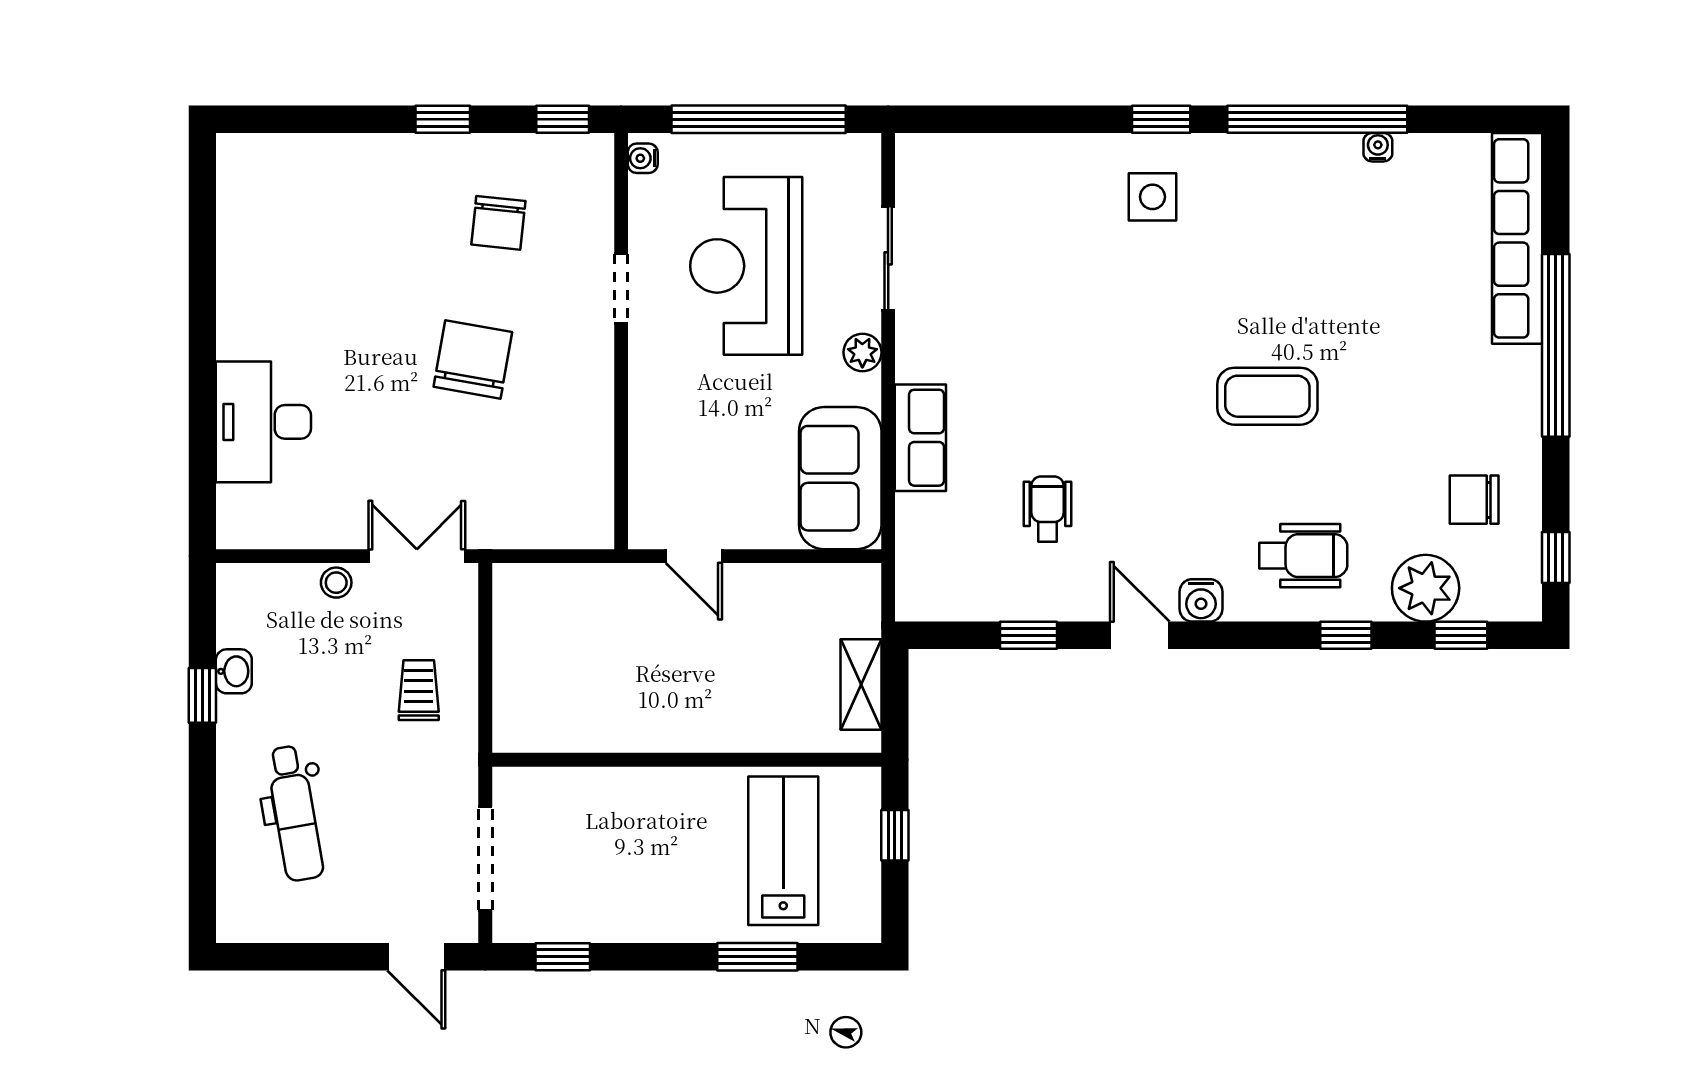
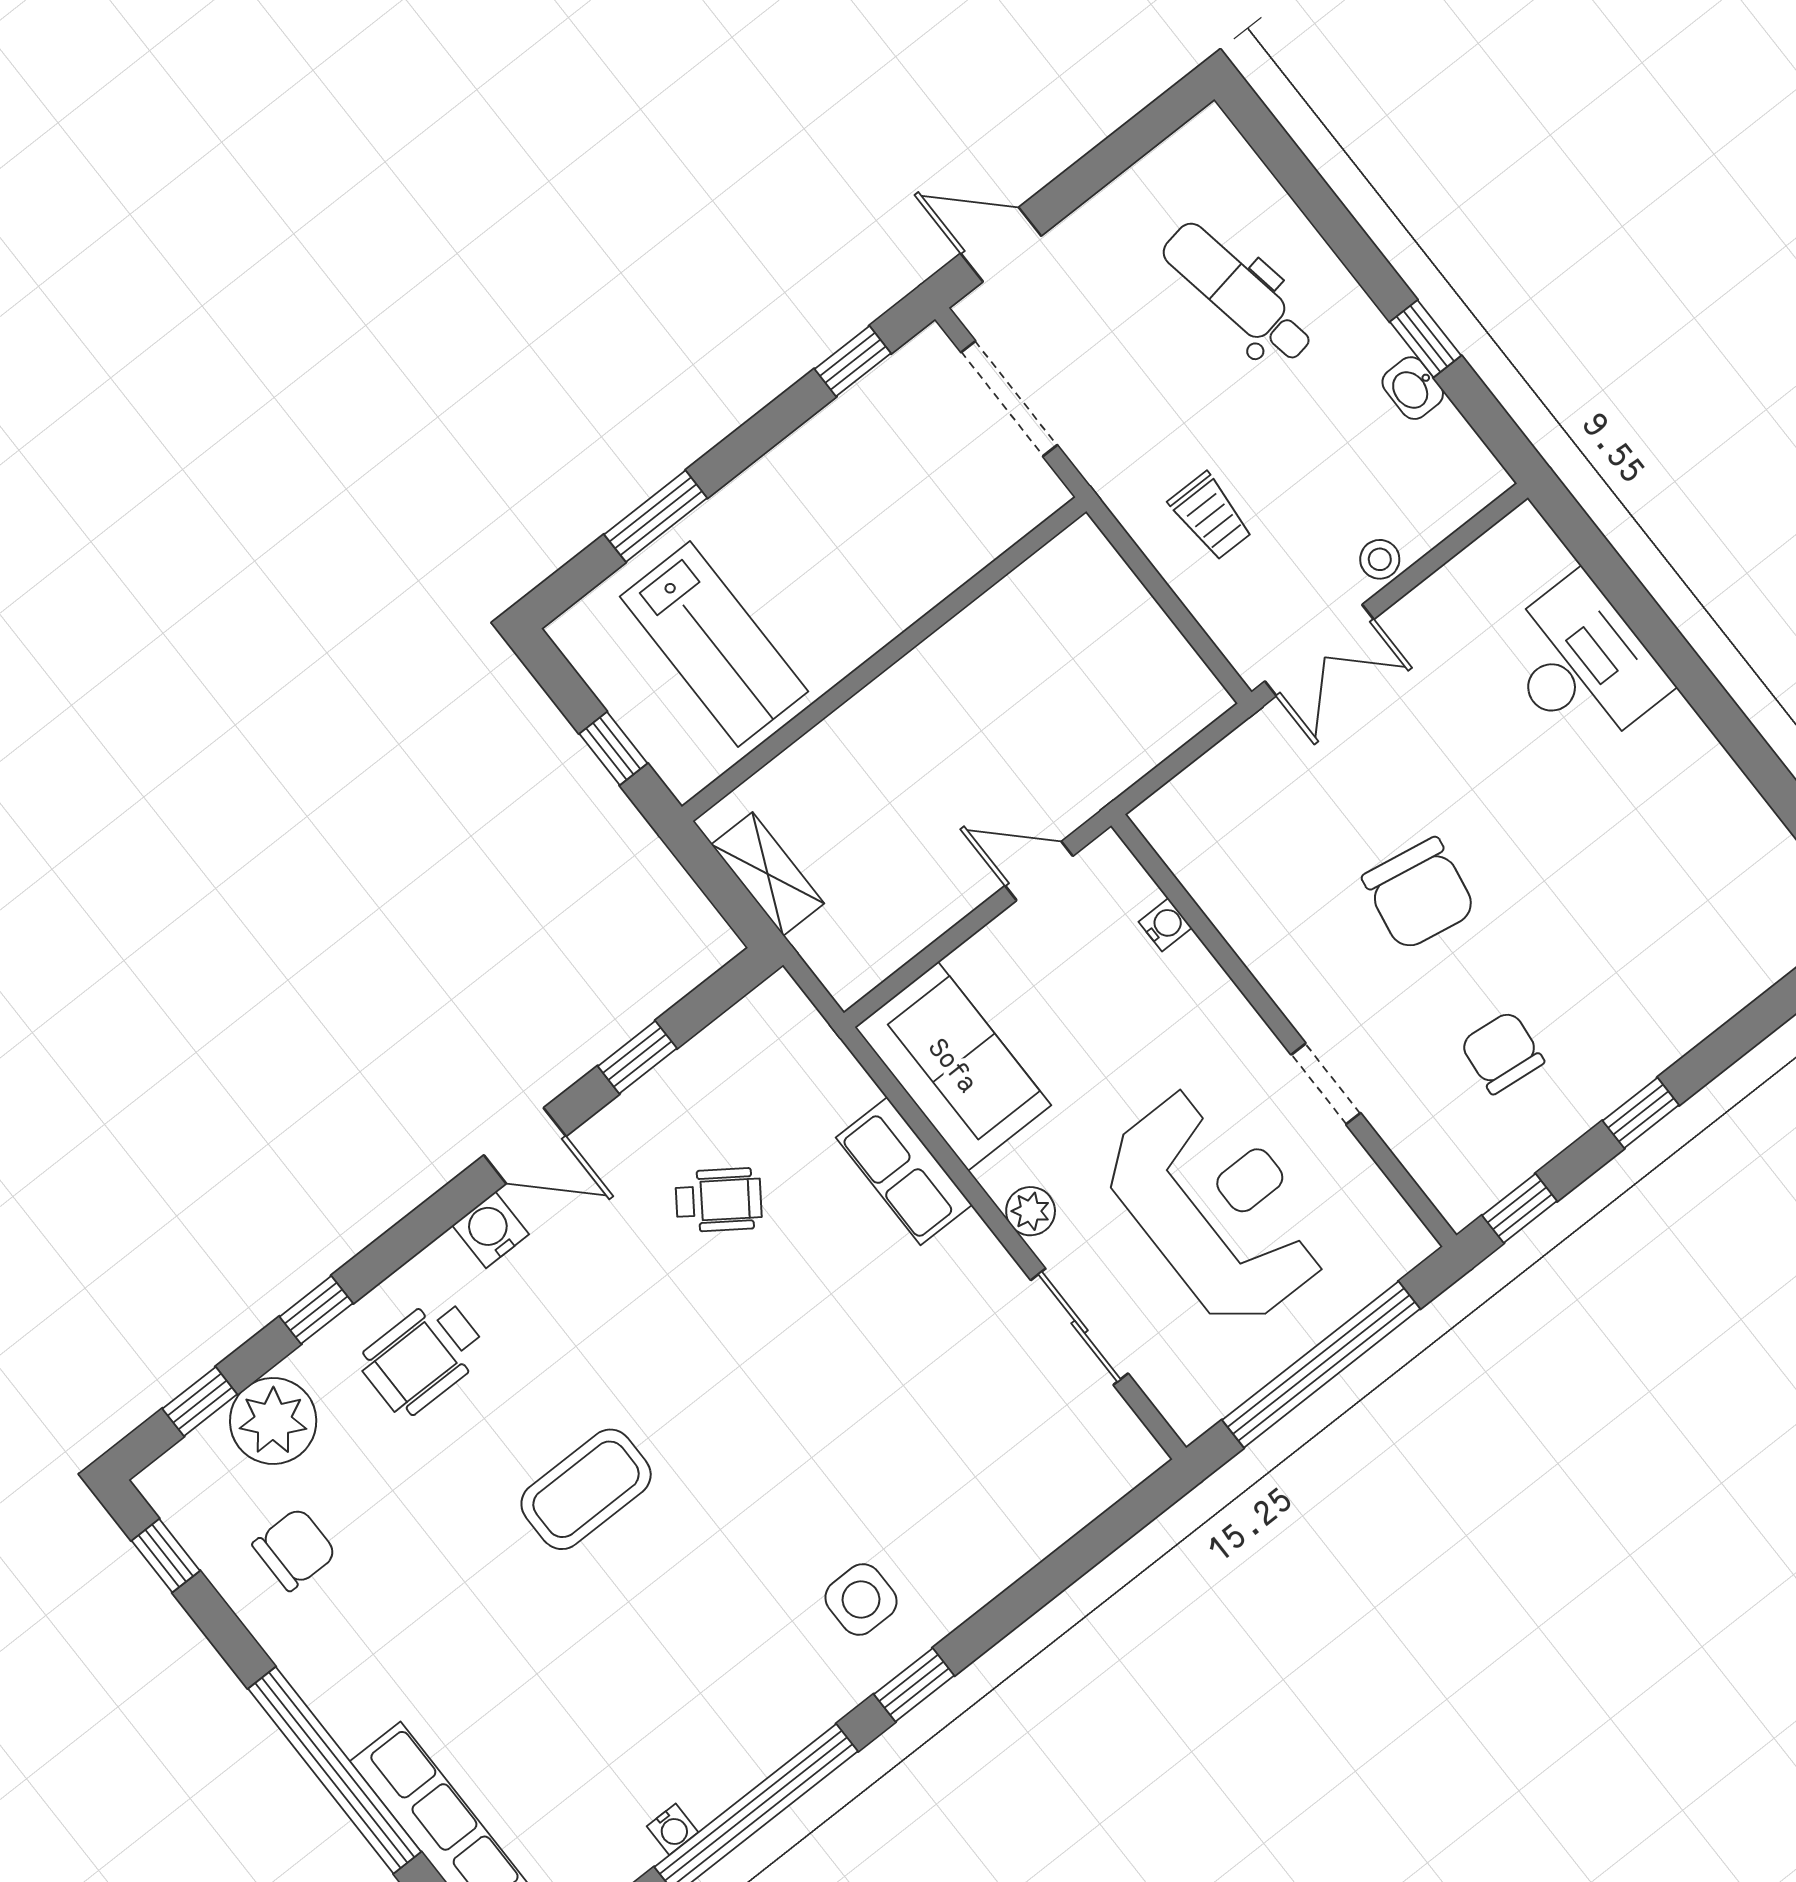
water cooler: (643, 158) -> (1165, 925), moved
wheelchair: (1048, 509) -> (719, 1200), turned -55

